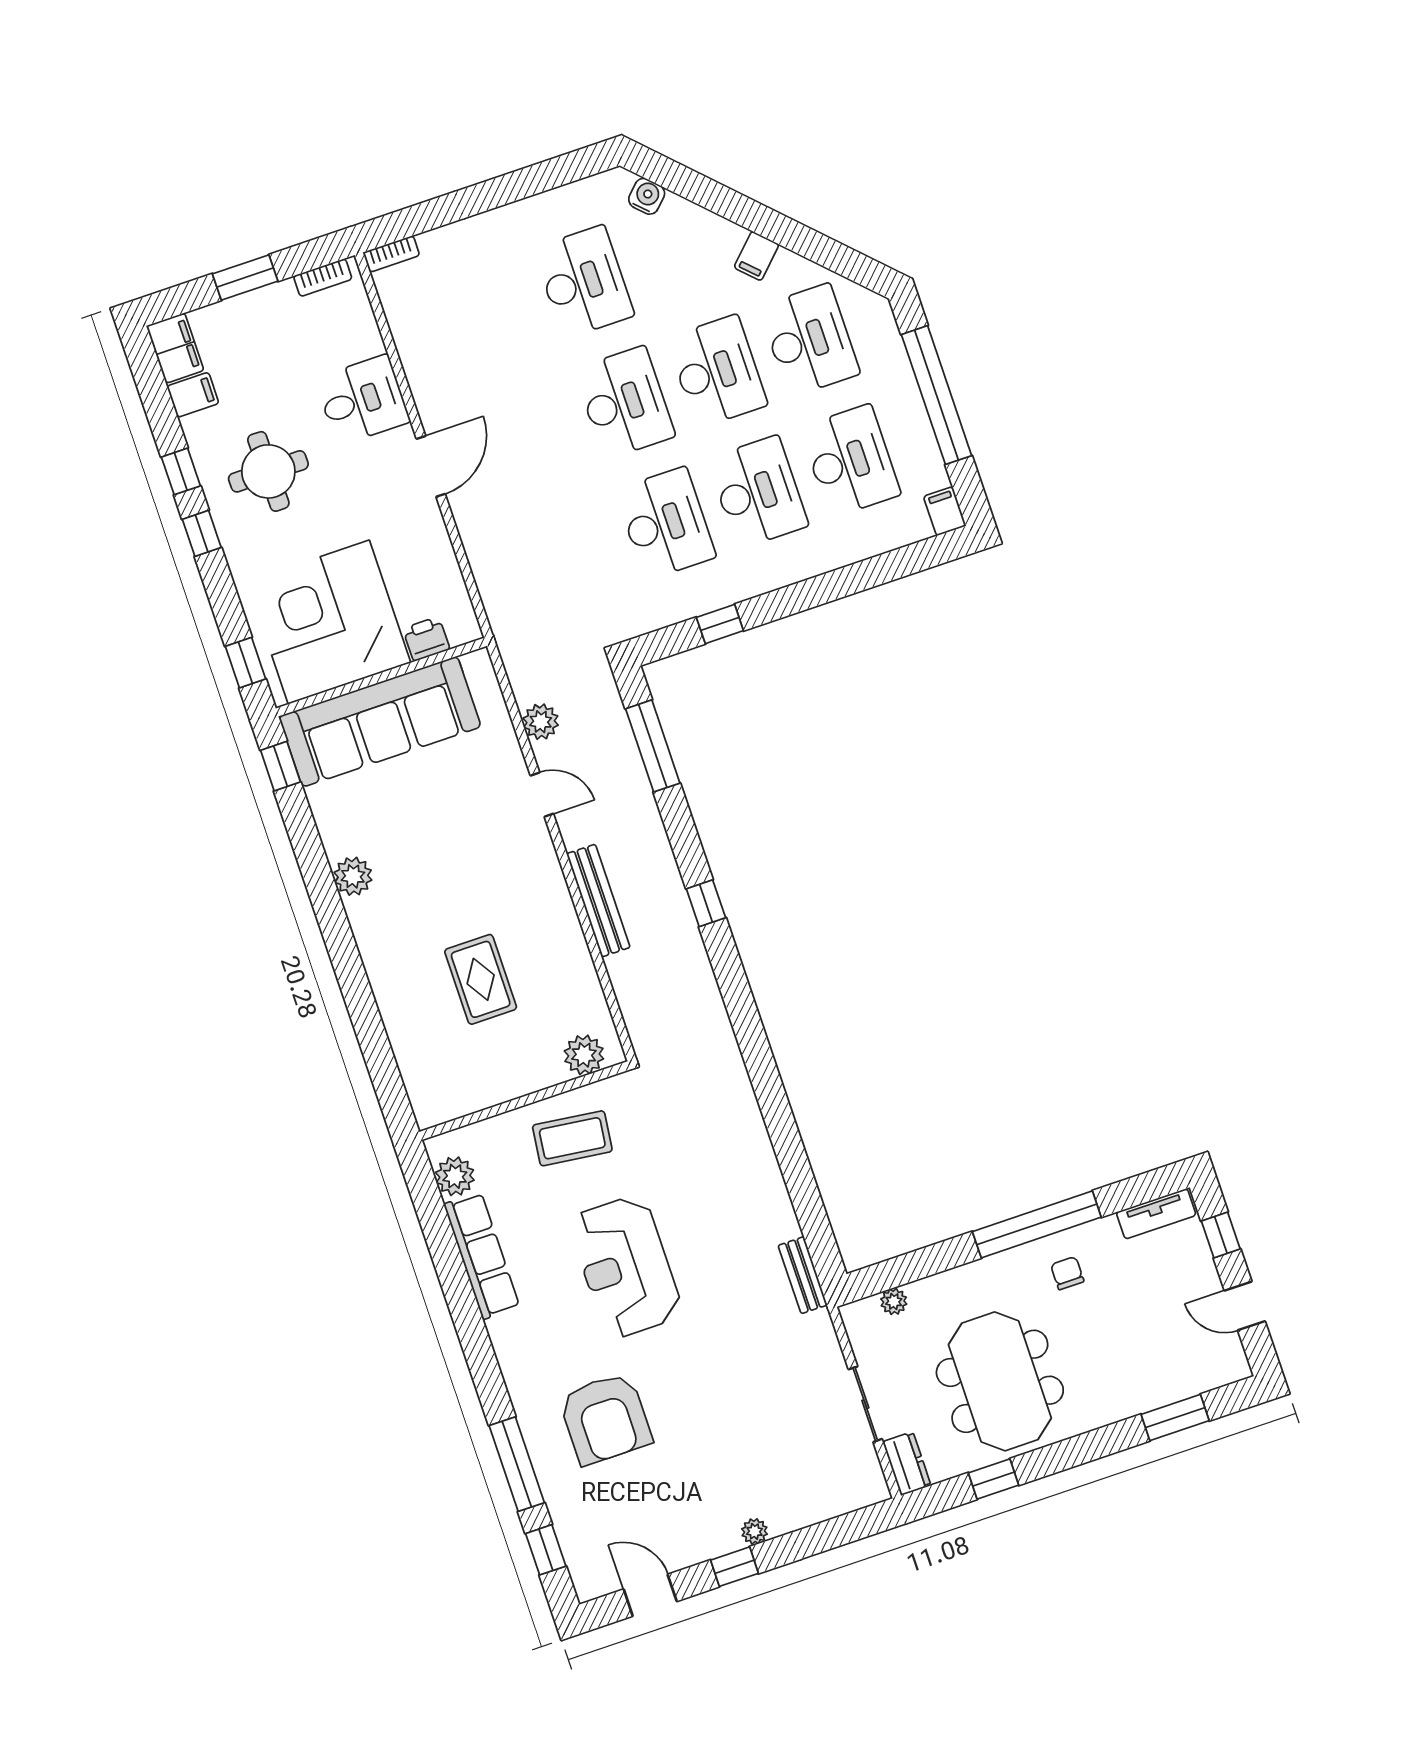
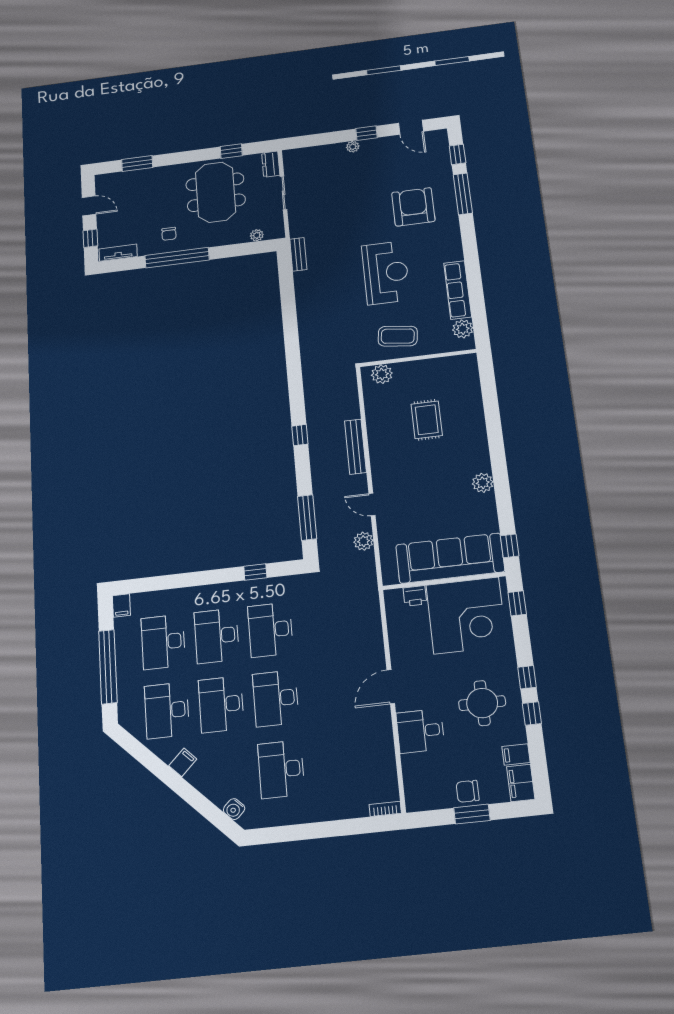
bookcase: (323, 278) -> (427, 804), removed
chair: (261, 314) -> (468, 791), added

